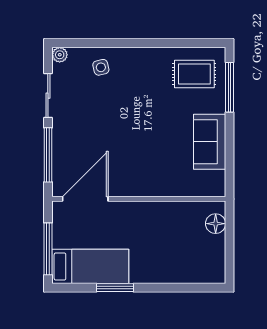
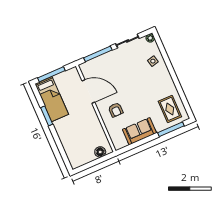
armchair: (156, 166) -> (116, 110), added
door: (85, 199) -> (88, 91), moved

